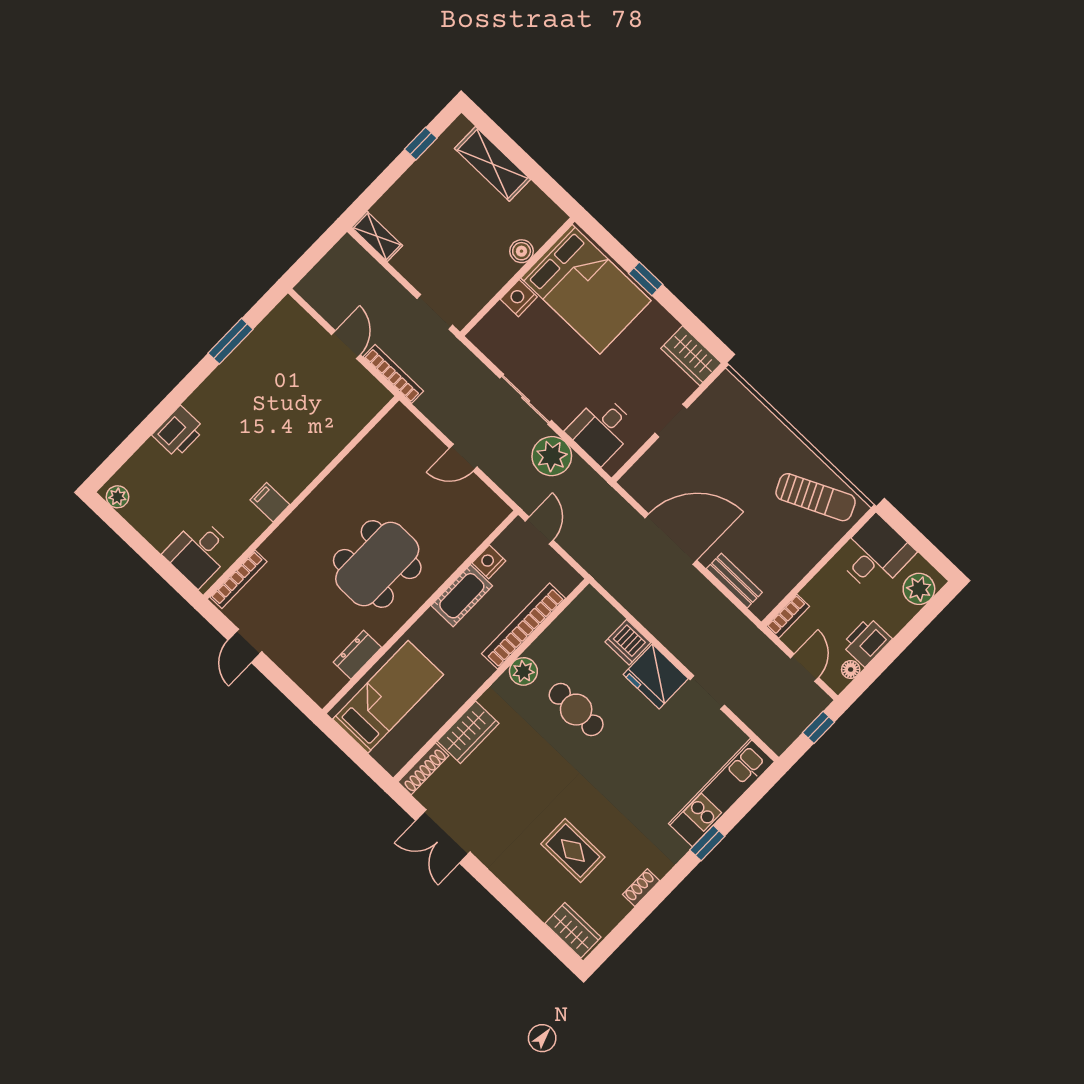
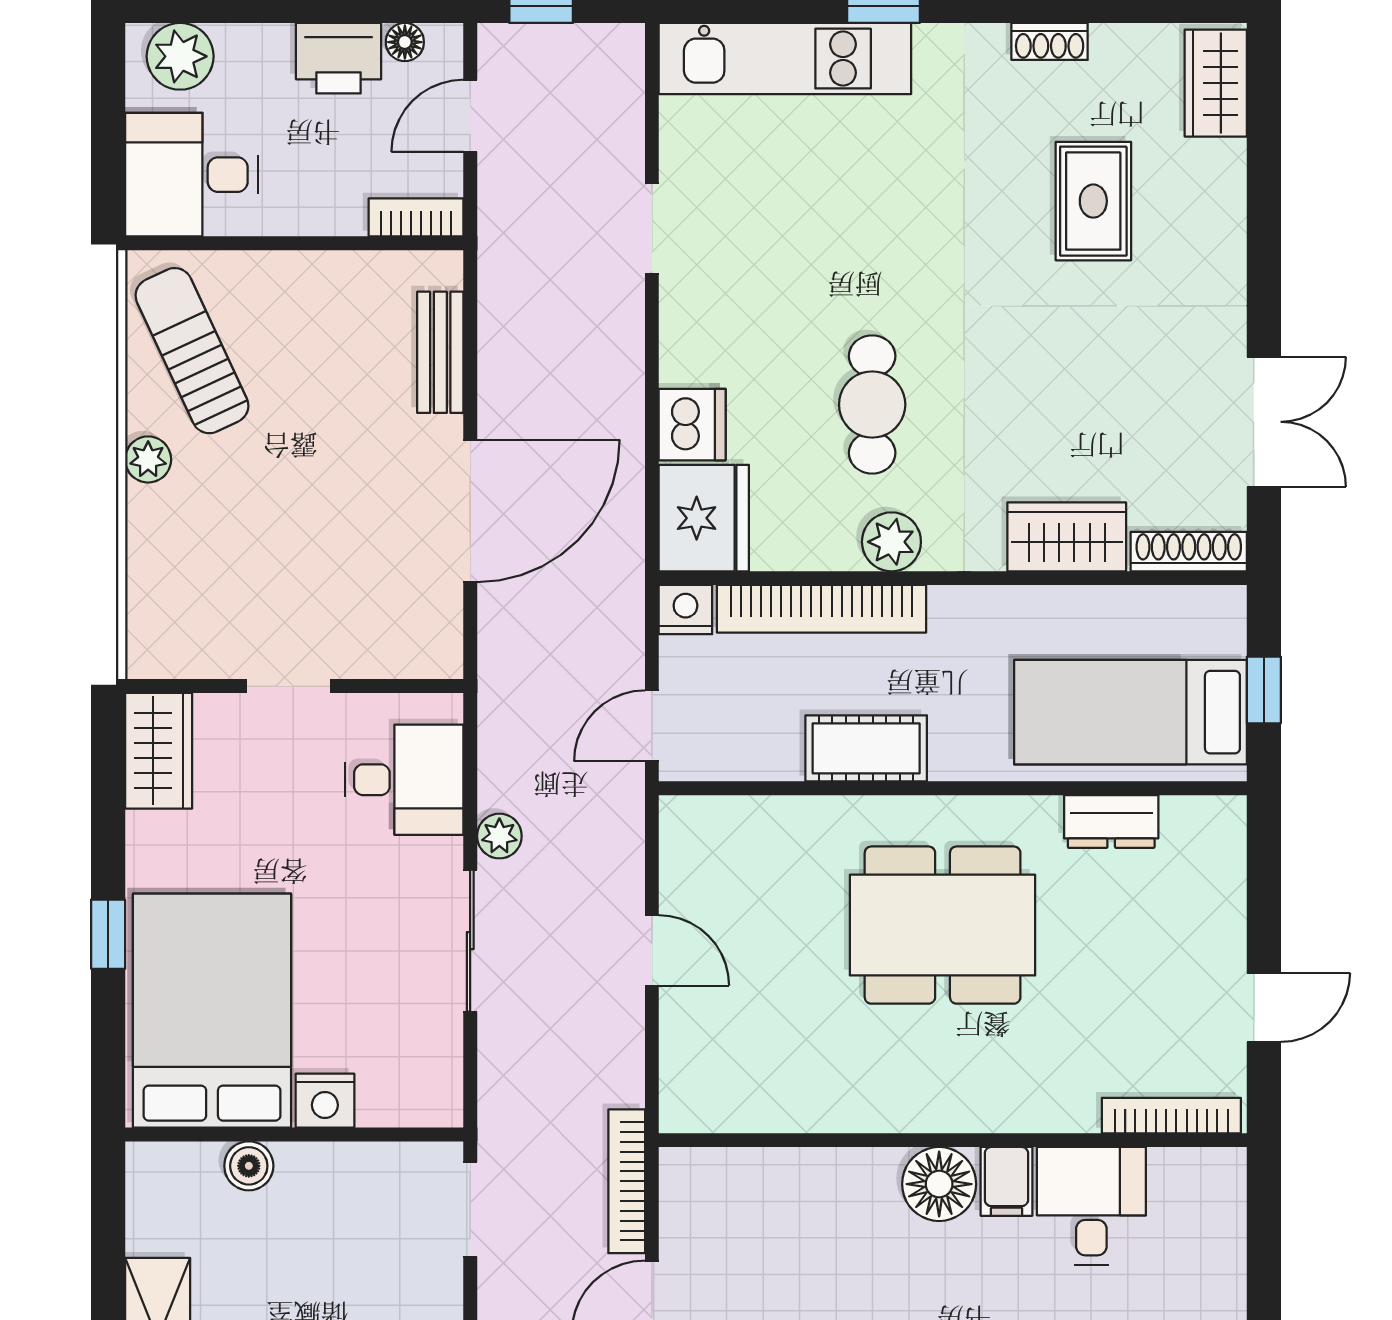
plant: (793, 447) -> (148, 459), added
plant: (552, 456) -> (499, 836), width x0.53, depth x0.53
floor lamp: (291, 479) -> (939, 1184), added
door: (671, 539) -> (470, 511), swing flipped
desk: (199, 552) -> (1091, 1206), moved, turned -90
nightstand: (489, 562) -> (685, 610), moved, turned 180
fridge: (656, 677) -> (704, 518), moved
window: (352, 749) -> (1264, 690), added

